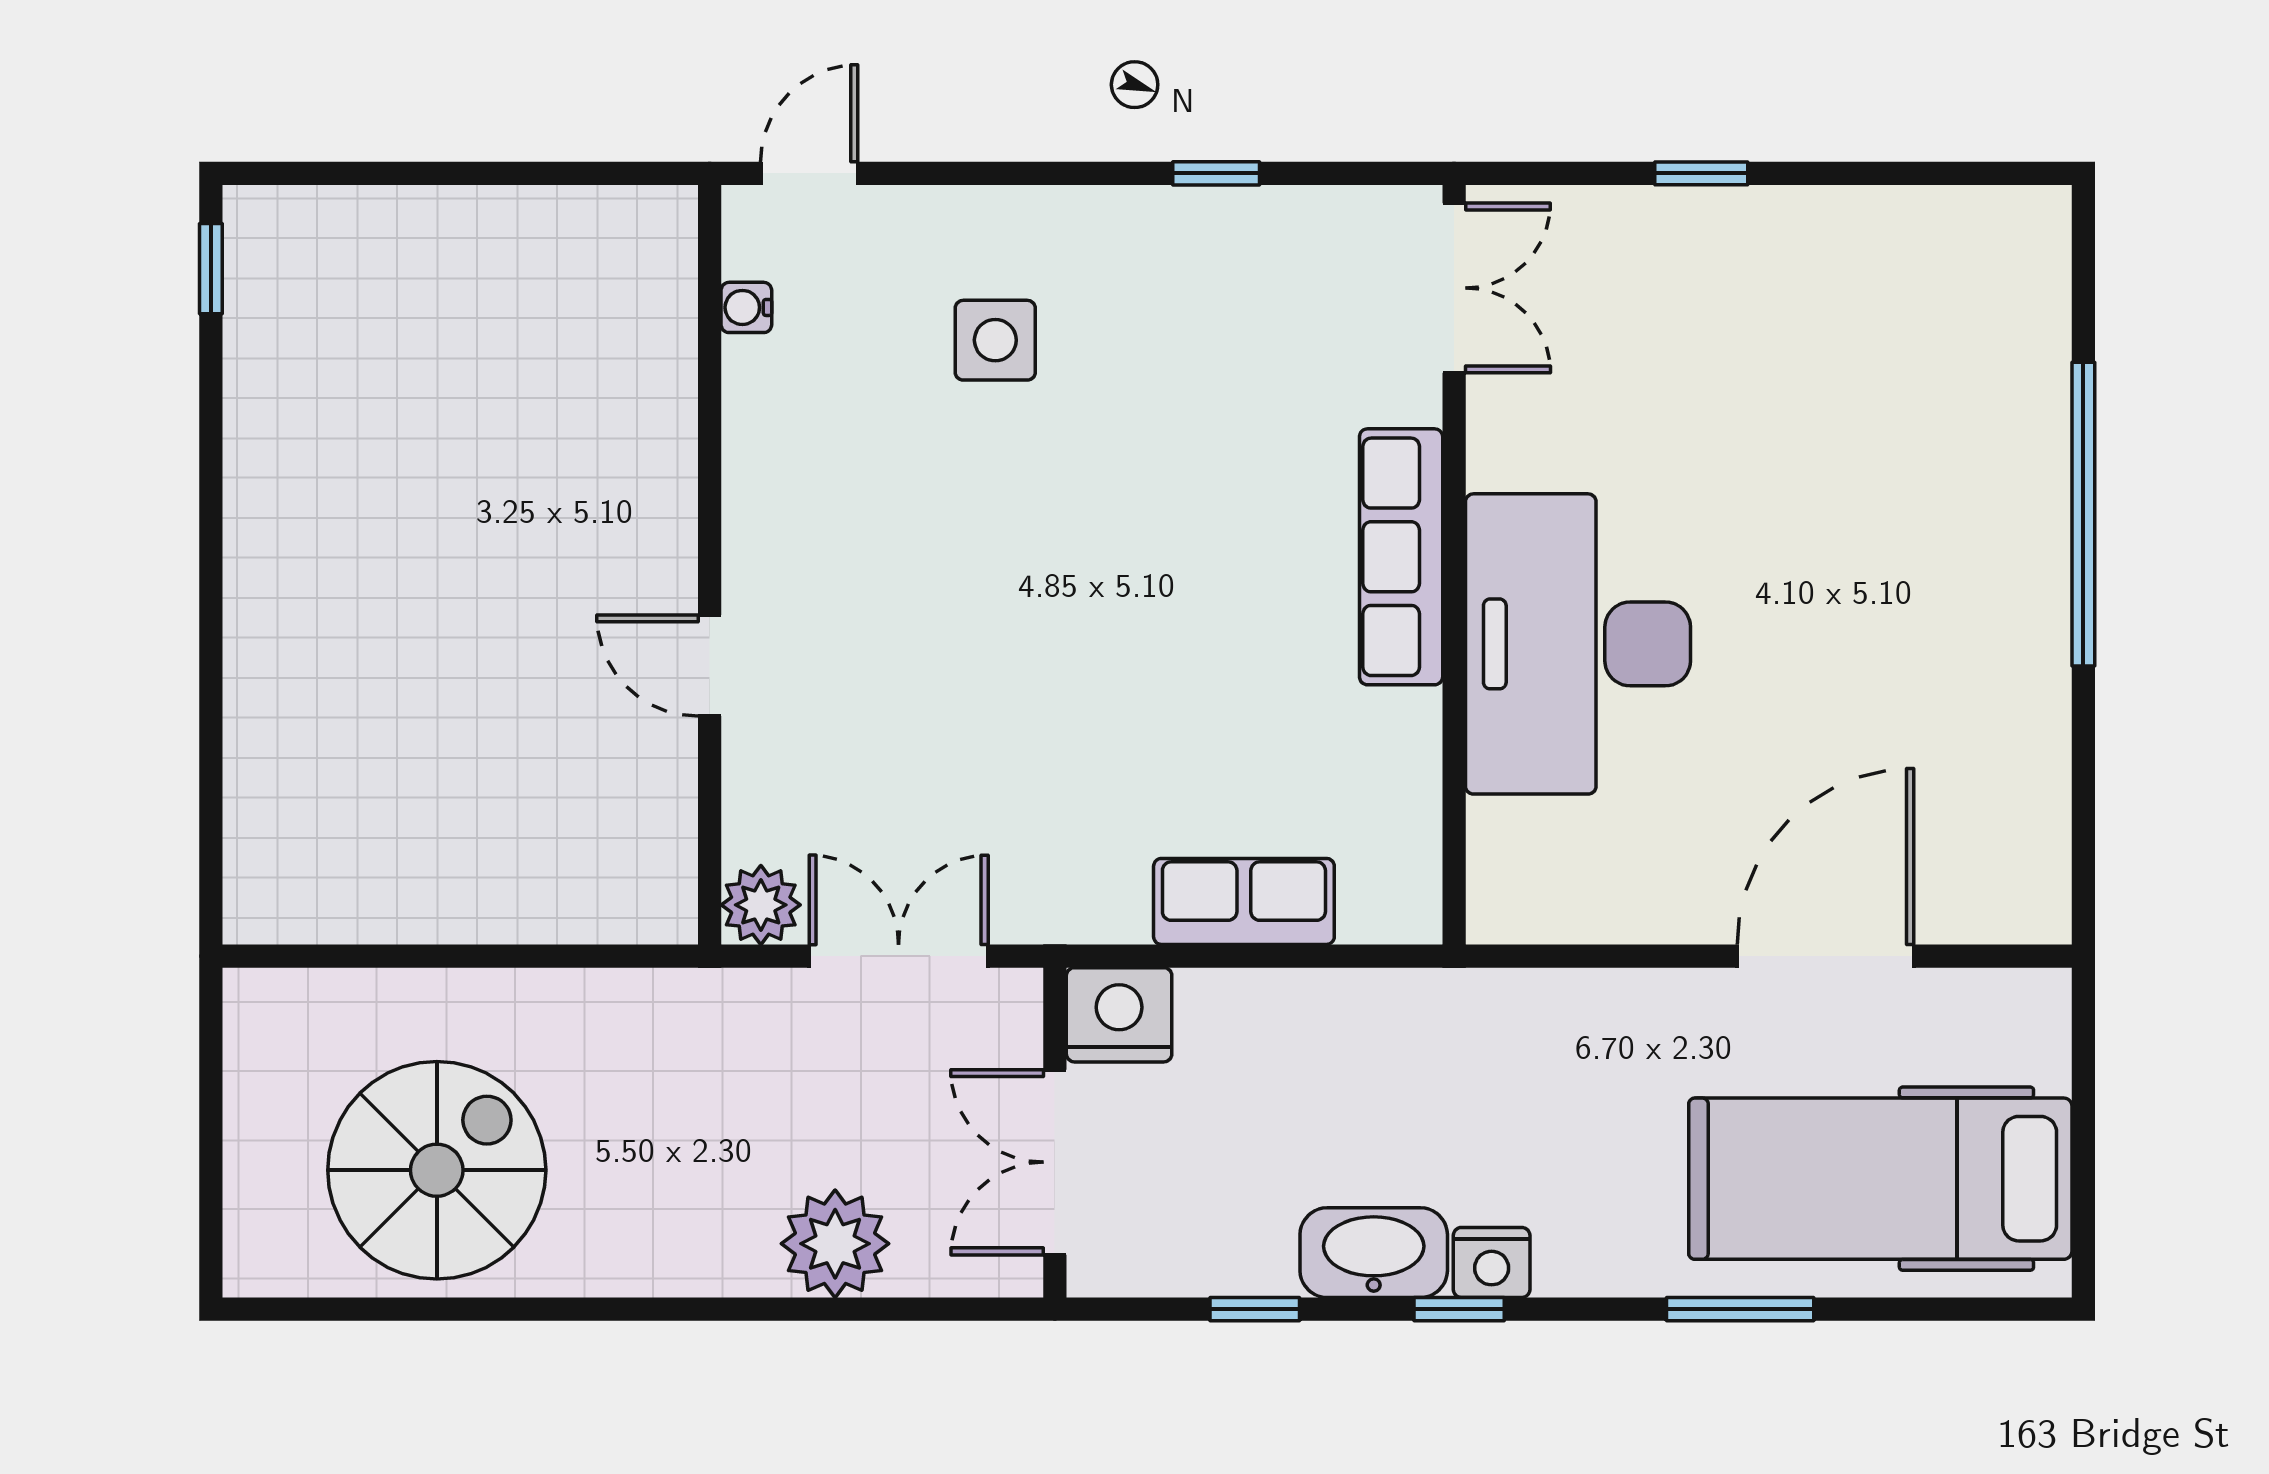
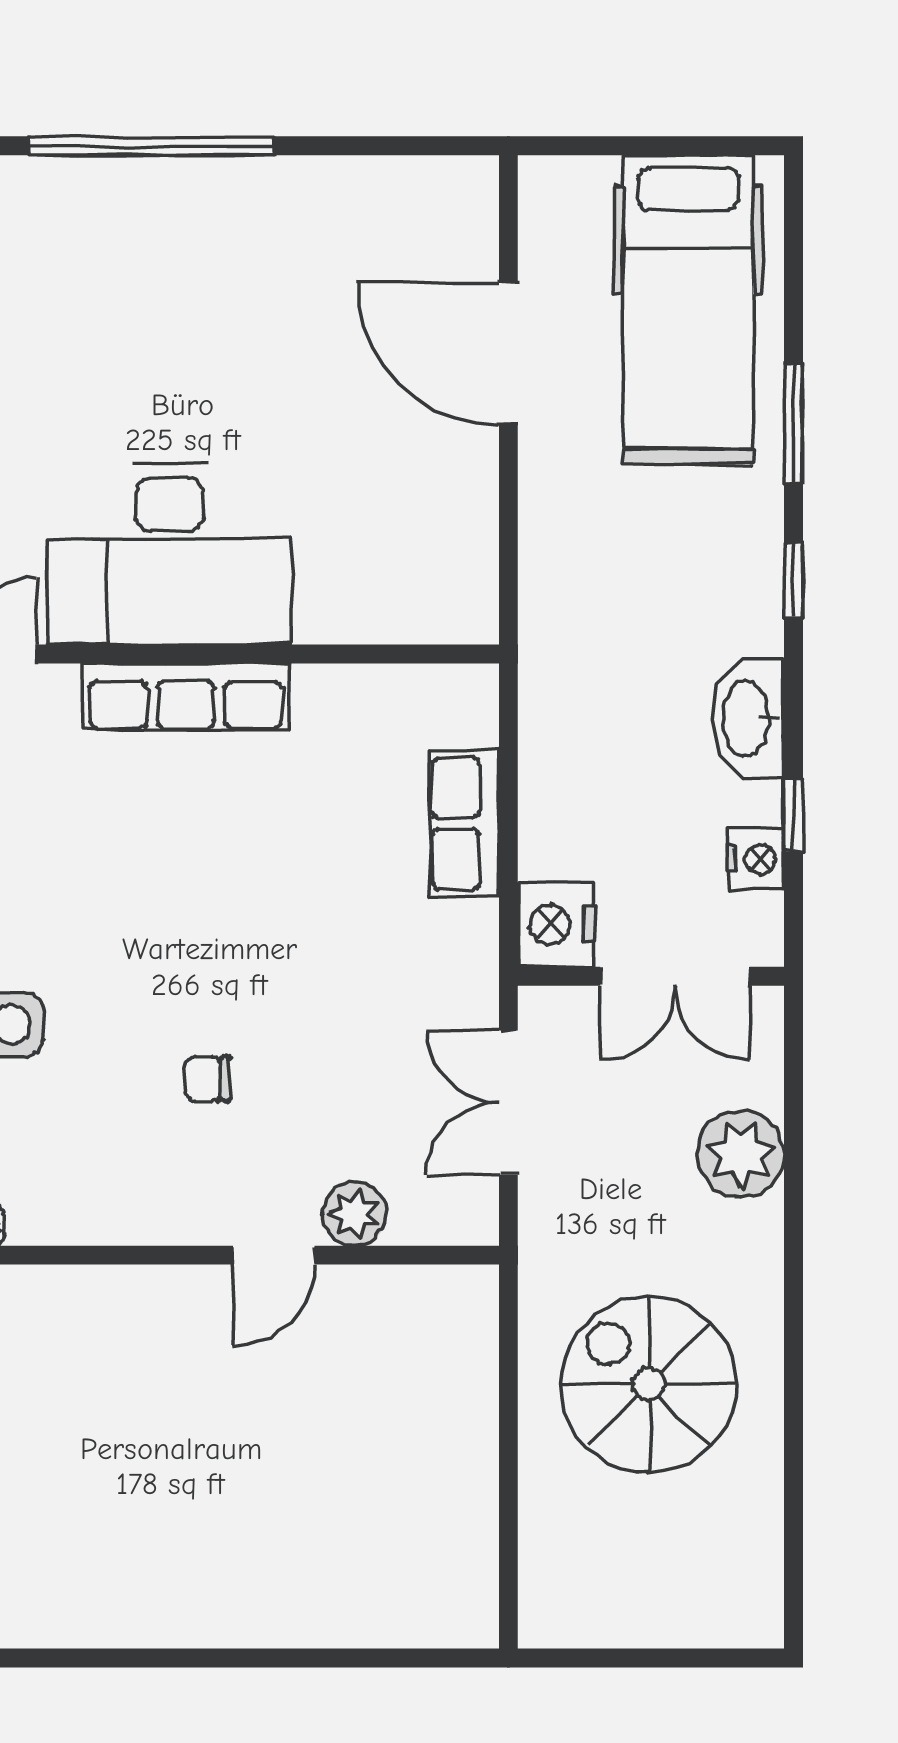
chair: (928, 584) -> (208, 1079), added
desk: (1578, 644) -> (170, 554), moved
plant: (761, 905) -> (355, 1214), moved
spiral stairs: (437, 1170) -> (649, 1384), moved
nightstand: (1492, 1262) -> (756, 859), moved
window: (1459, 1309) -> (793, 580), moved

